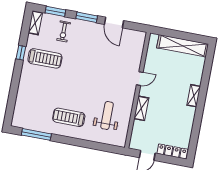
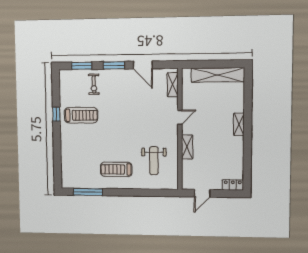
shelving: (35, 23) -> (173, 85), moved
weight bench: (107, 115) -> (154, 161), turned 180
locker: (172, 151) -> (233, 185), width x0.66

